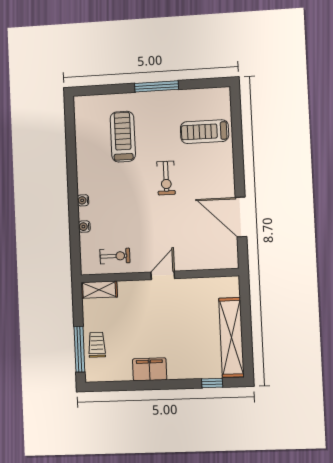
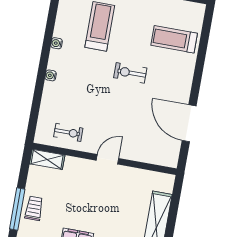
exercise bike: (166, 178) -> (130, 73), turned 90
water cooler: (84, 227) -> (57, 43), moved

